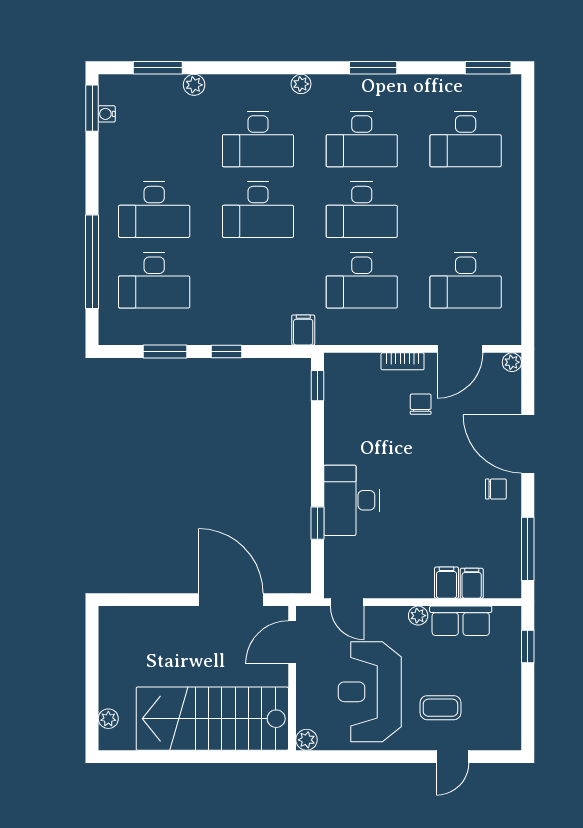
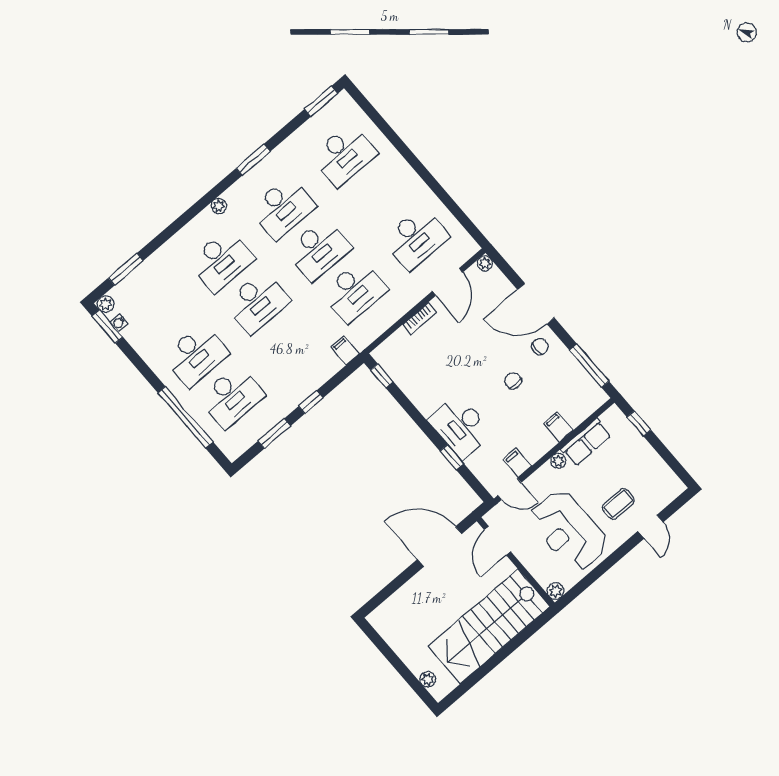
plant: (194, 85) -> (106, 304), moved
chair: (421, 404) -> (513, 381), moved
filing cabinet: (472, 583) -> (517, 463), moved

